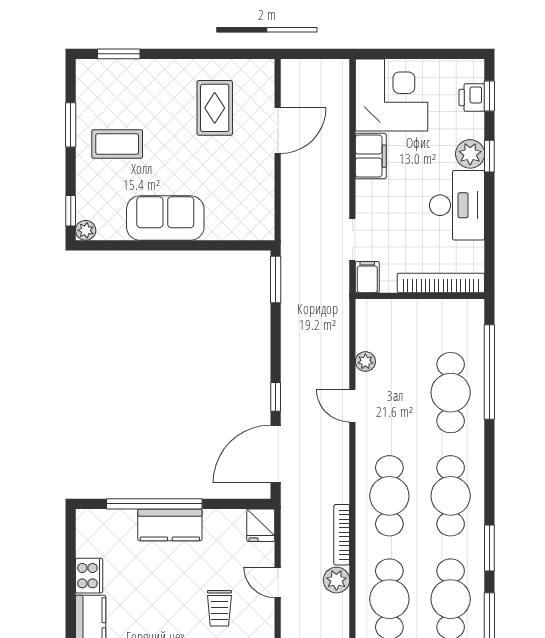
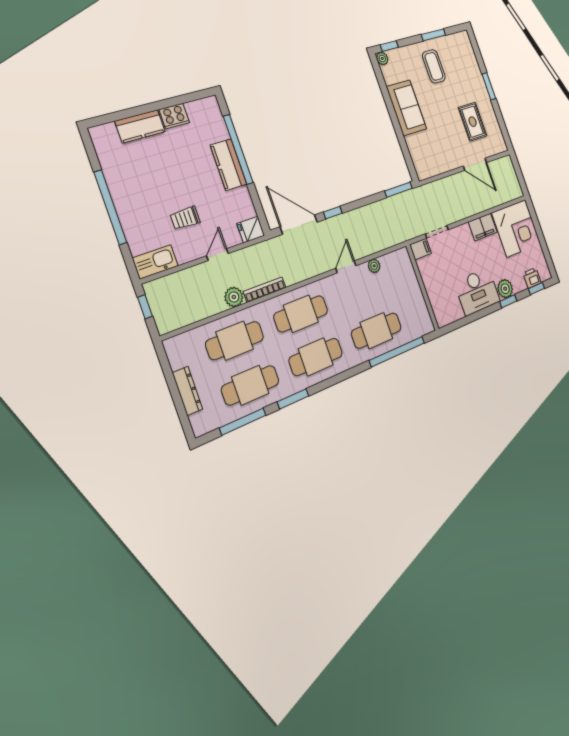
window: (119, 54) -> (489, 86), moved
rug: (215, 108) -> (473, 122), turned 90
bookcase: (441, 283) -> (434, 298), removed

